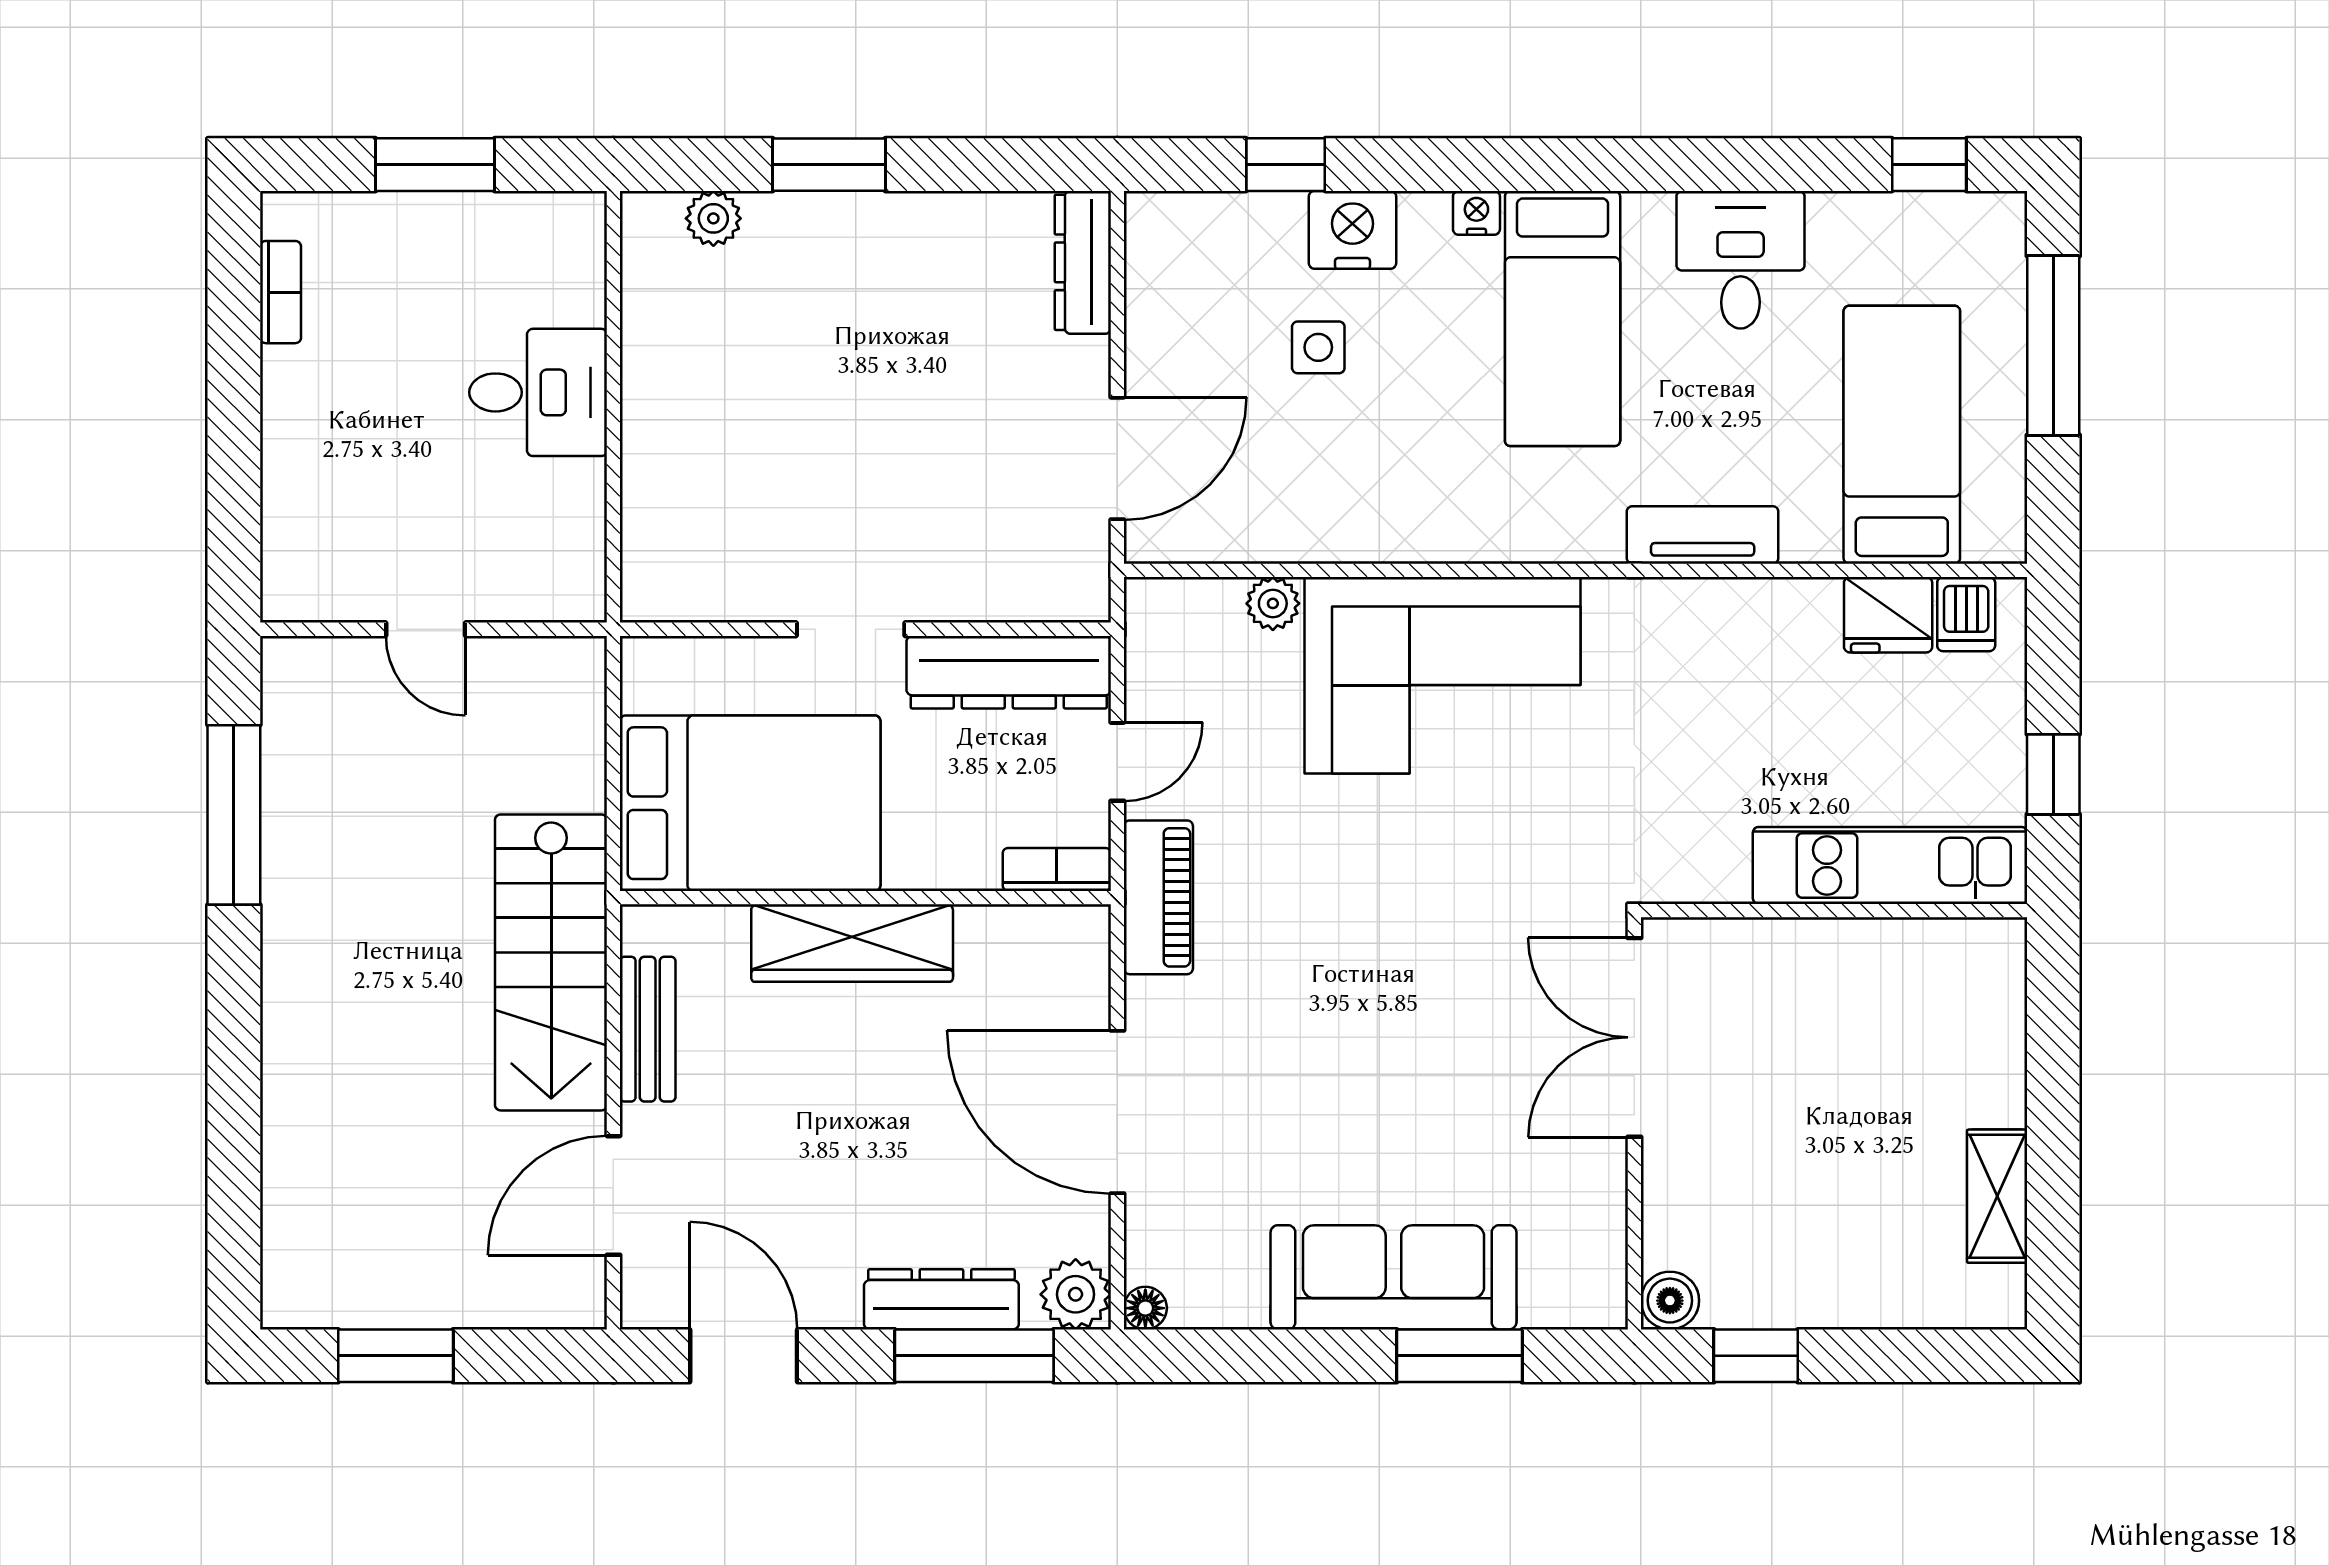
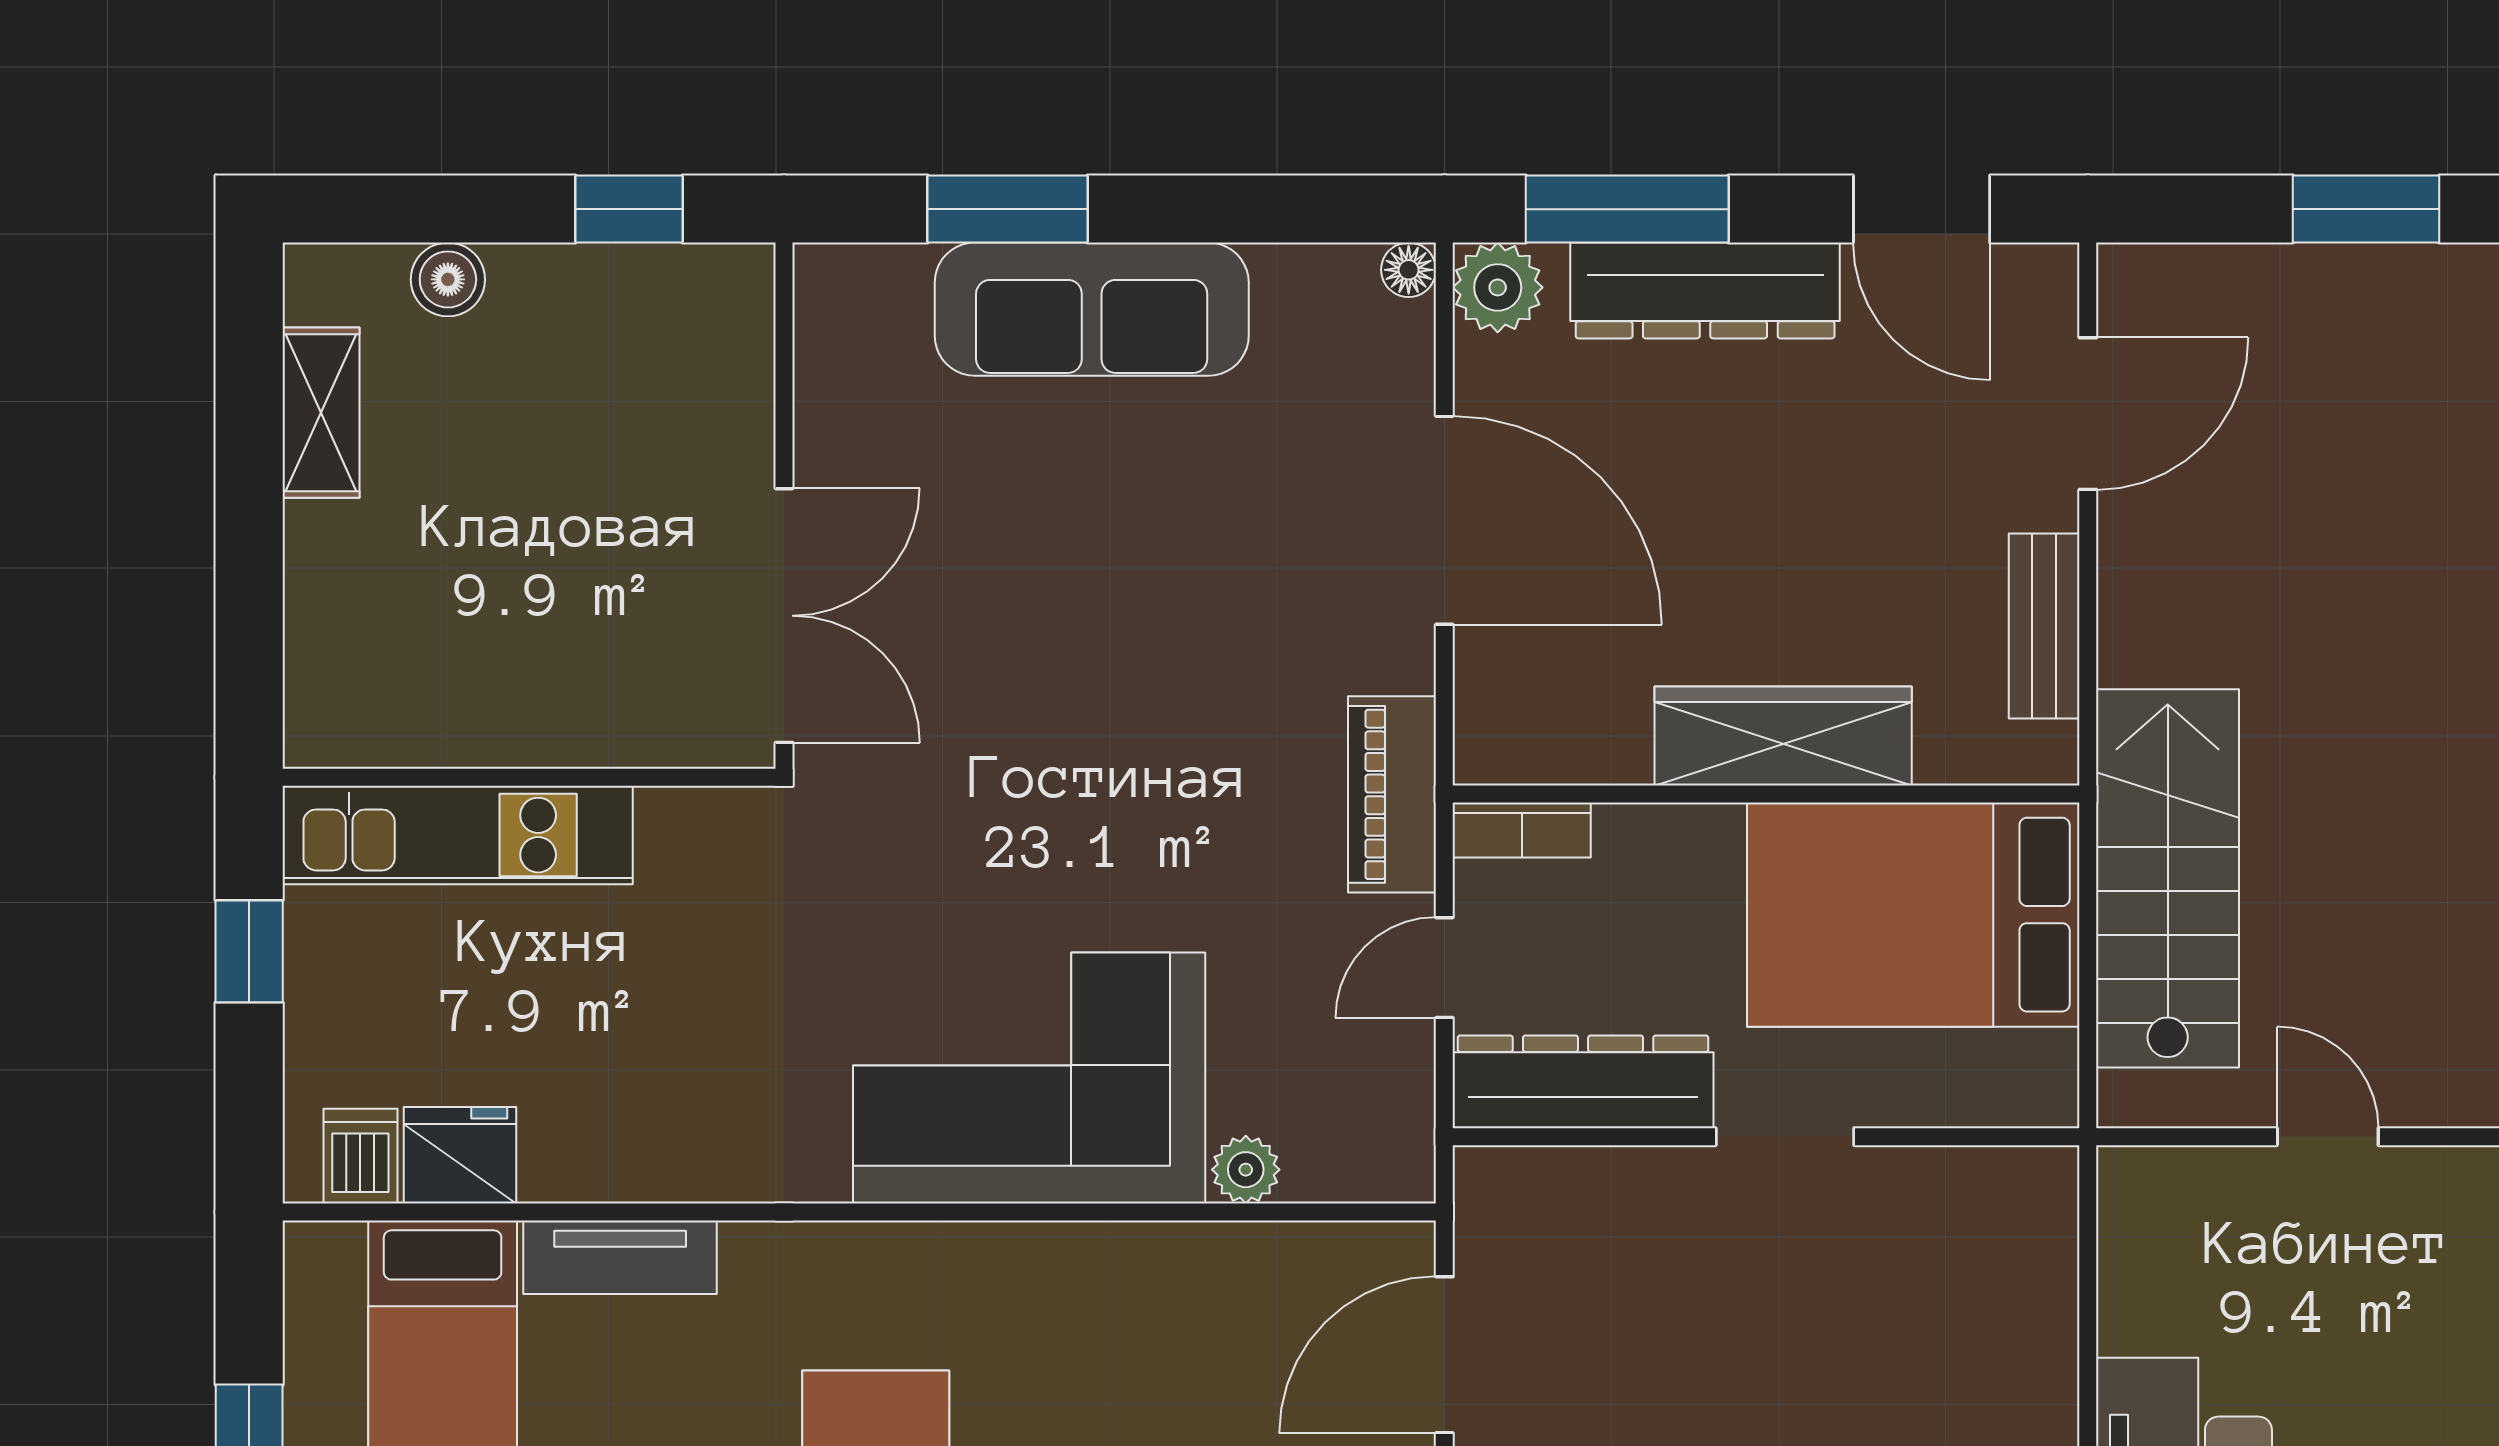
tv unit: (1703, 535) -> (620, 1257), moved
stairs: (551, 962) -> (2168, 878), moved
dresser: (941, 1299) -> (1705, 290), width x1.37, depth x1.24
boiler: (1670, 1301) -> (448, 279), moved

